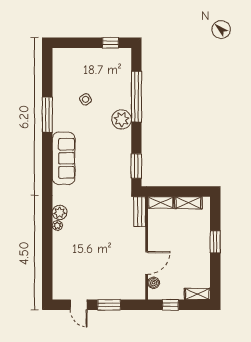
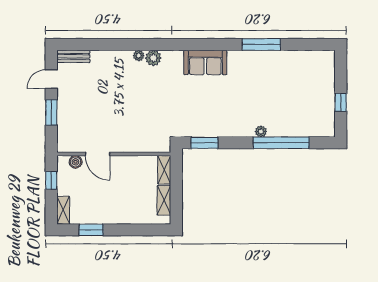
window: (110, 43) -> (341, 102), moved
side table: (86, 99) -> (278, 87), removed
plant: (122, 119) -> (261, 131), width x0.53, depth x0.53
sofa: (64, 158) -> (205, 62), width x0.73
bench: (140, 212) -> (73, 56), moved
window: (215, 242) -> (91, 230), moved

